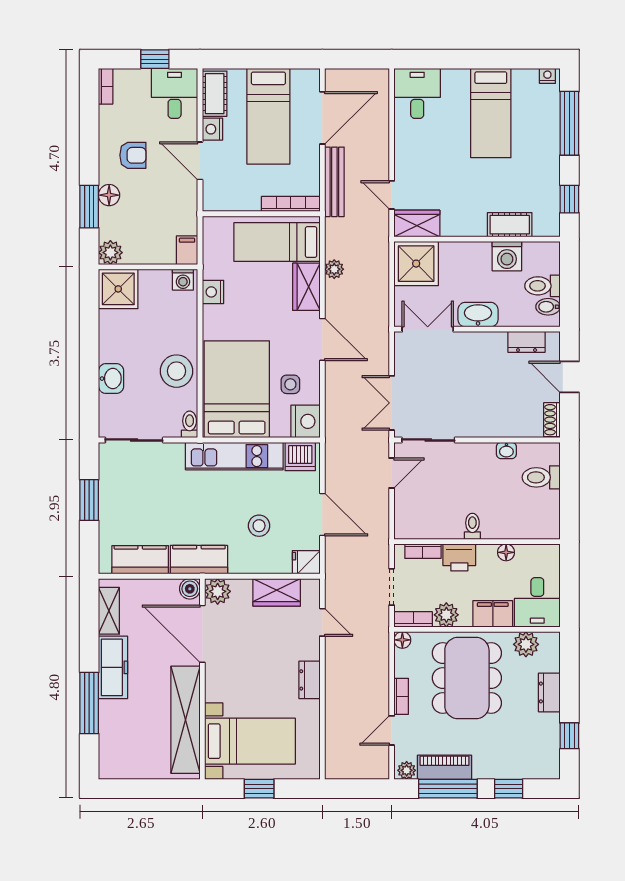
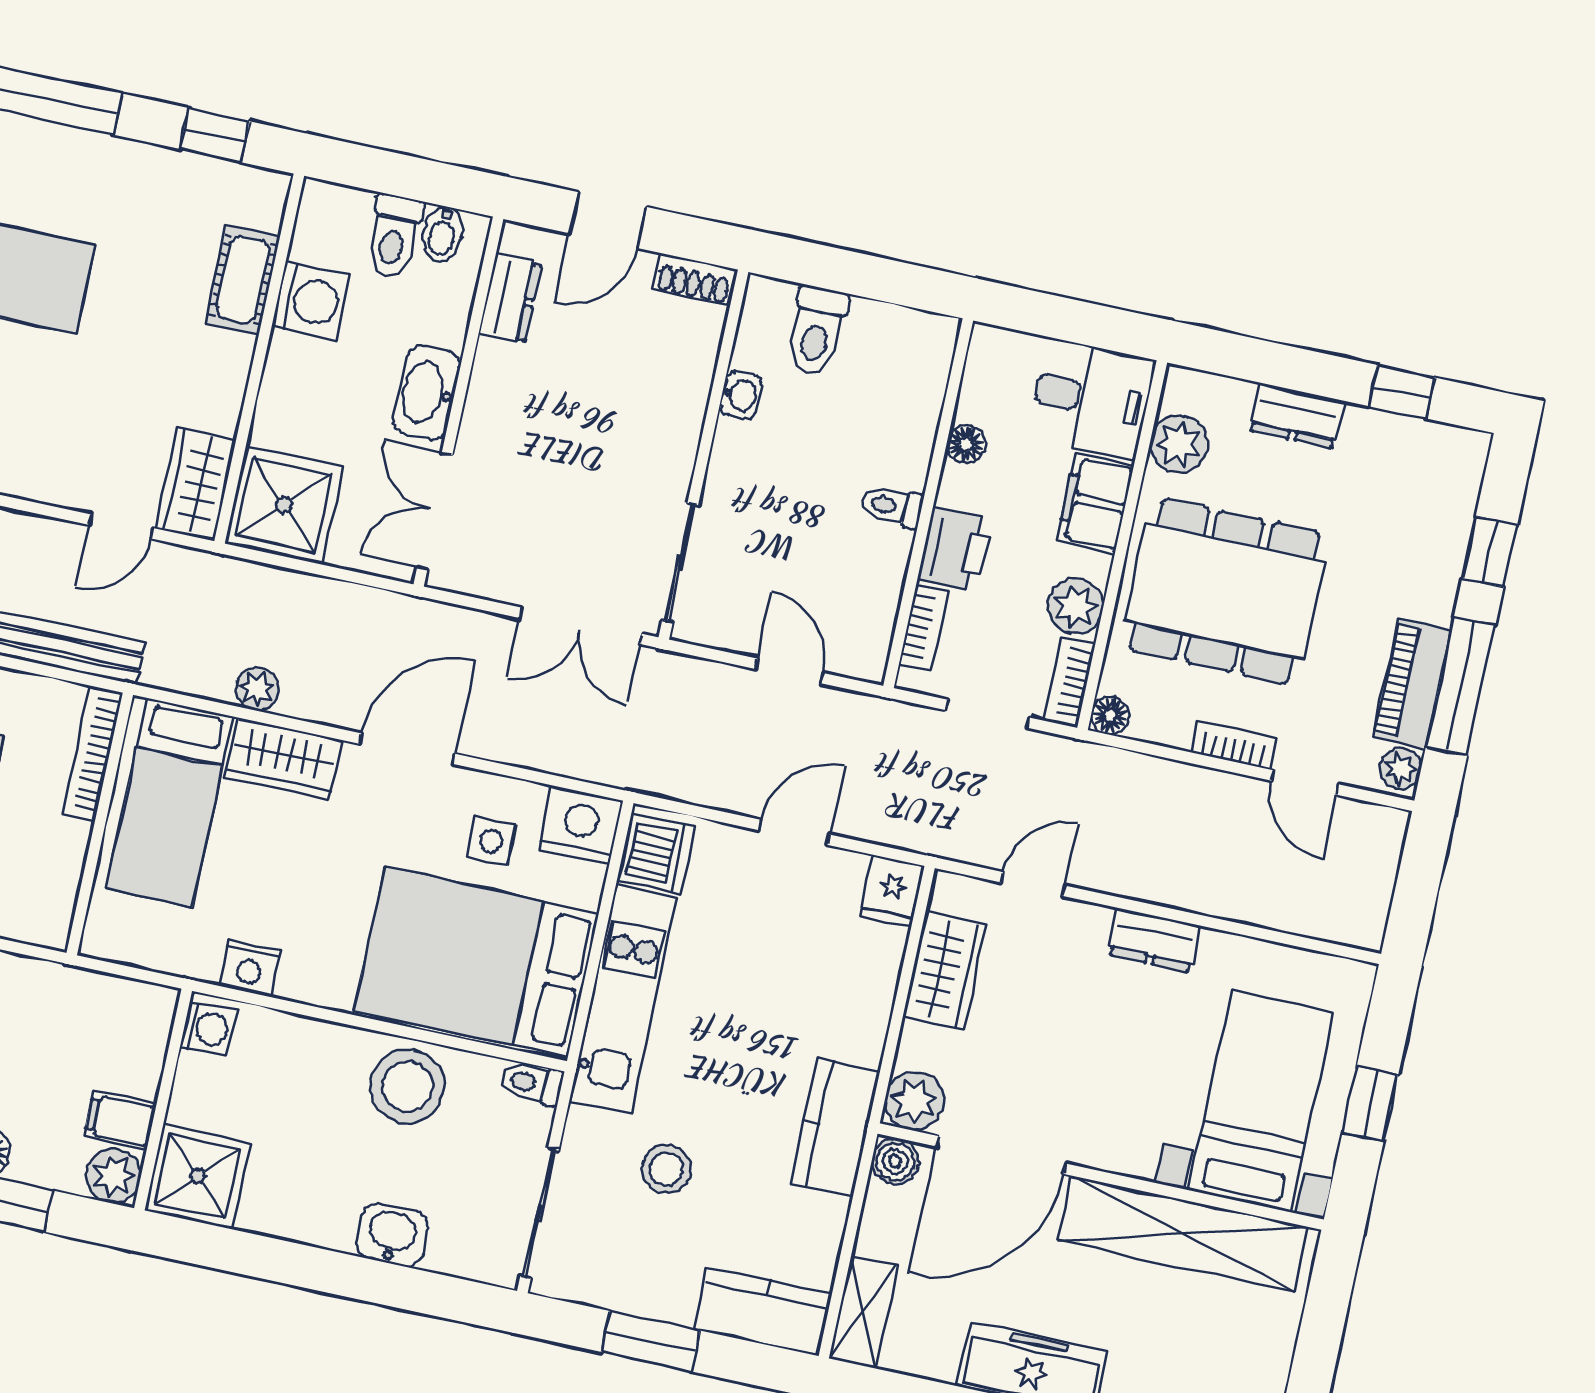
filing cabinet: (187, 250) -> (120, 1120), moved
door: (392, 473) -> (789, 671), moved
door: (322, 514) -> (794, 832), width x0.73
stool: (259, 526) -> (666, 1169), moved
kitchen counter: (140, 560) -> (763, 1311), moved, turned 90
shelving: (109, 611) -> (863, 1312), moved, turned 90

